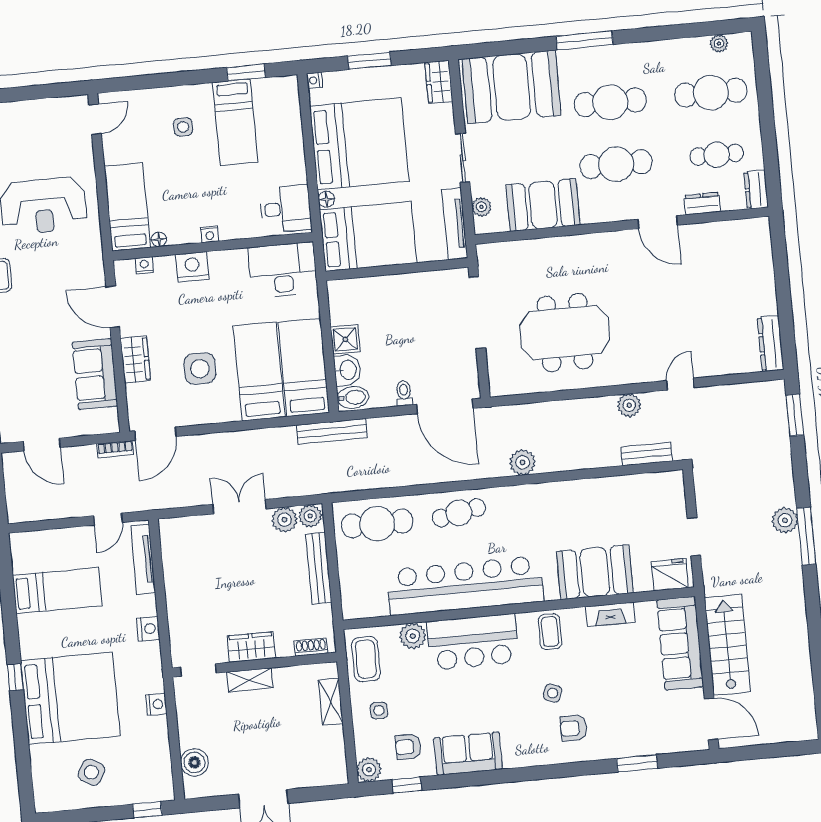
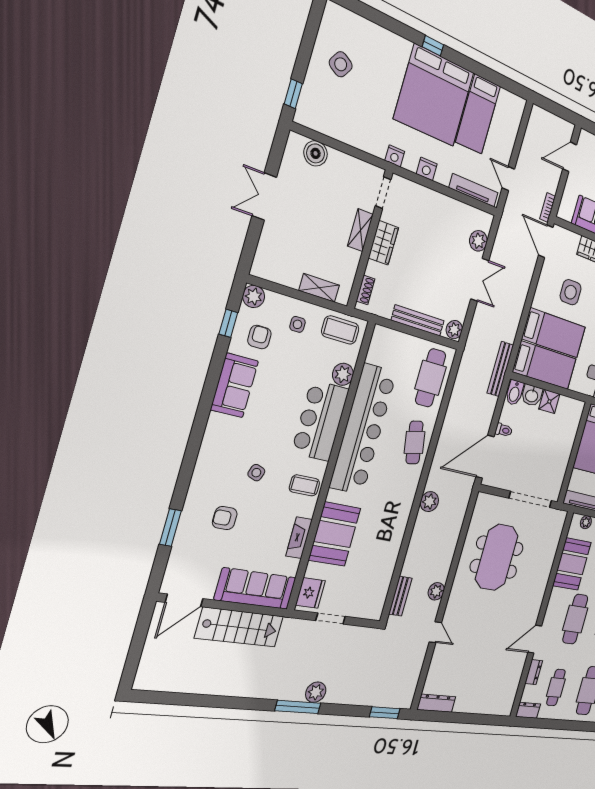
plant: (284, 520) -> (478, 241), moved
bed: (70, 698) -> (434, 95), moved
nightstand: (156, 704) -> (395, 156), moved
armchair: (573, 728) -> (225, 518), moved, turned -90

